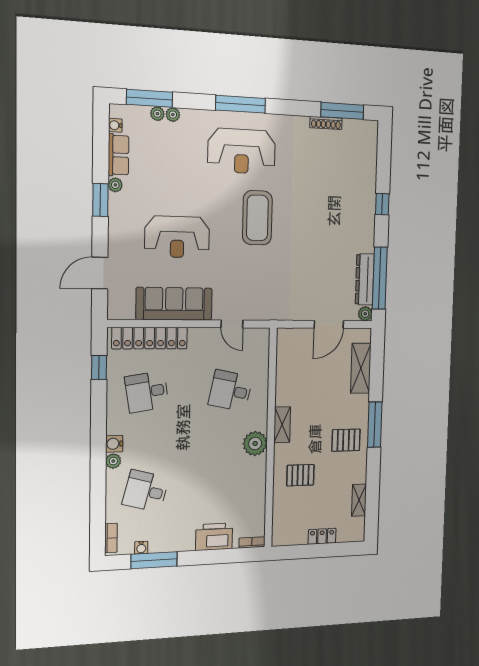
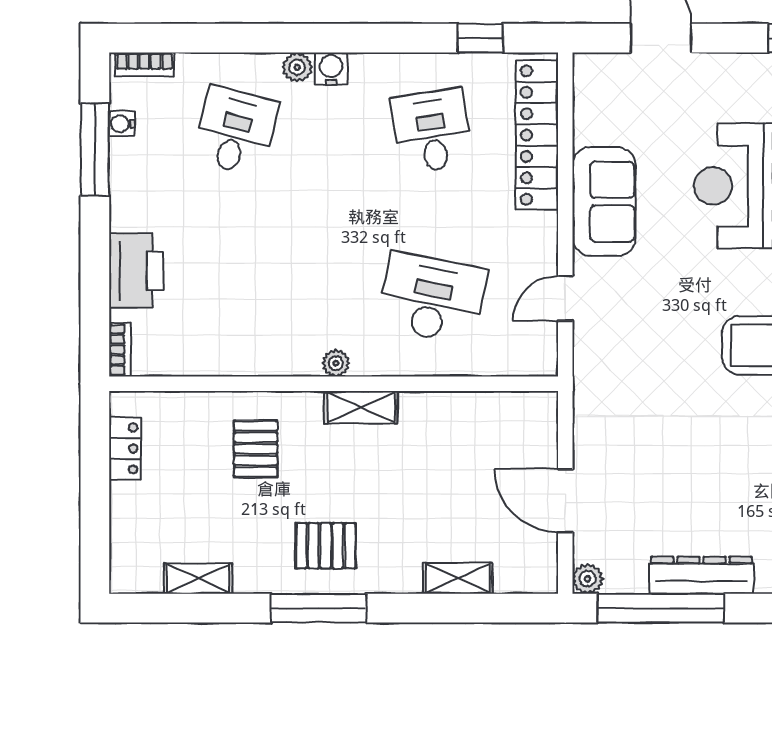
dresser: (365, 279) -> (702, 575), moved
sofa: (174, 304) -> (604, 202), width x0.73
shelving: (361, 368) -> (458, 578), width x0.67, depth x0.75
desk: (230, 391) -> (432, 298), width x1.37
window: (375, 425) -> (318, 608), moved
pallet: (346, 440) -> (326, 546), turned 90
plant: (255, 443) -> (336, 363), width x0.53, depth x0.53
locker: (322, 536) -> (125, 448), moved

